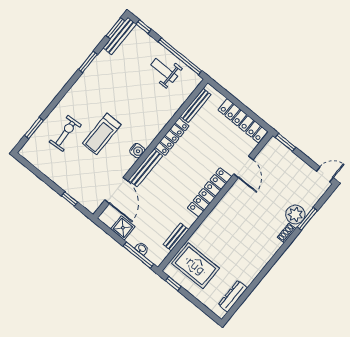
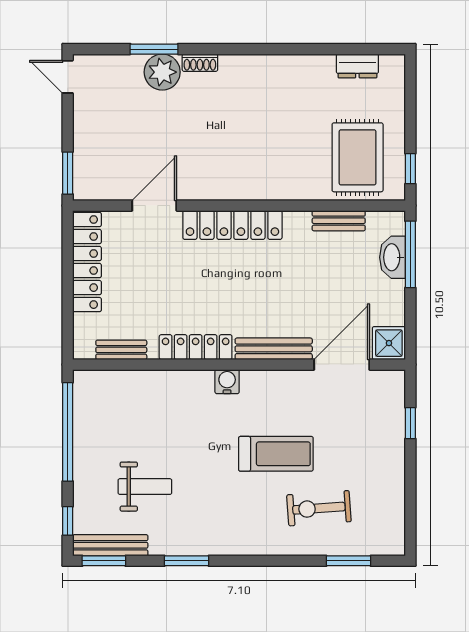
weight bench: (164, 70) -> (145, 487), moved, turned -90
bench: (196, 105) -> (121, 350), width x0.73
water cooler: (137, 151) -> (227, 382), moved
shower: (123, 228) -> (389, 343), moved
washbasin: (142, 248) -> (392, 257), width x1.91, depth x1.45
dresser: (233, 296) -> (357, 66), width x0.70

